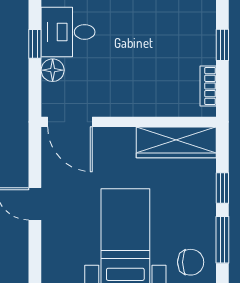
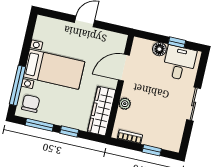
plant: (156, 107) -> (125, 104), added
door: (70, 122) -> (124, 68), moved
chair: (191, 262) -> (31, 104), turned 180

